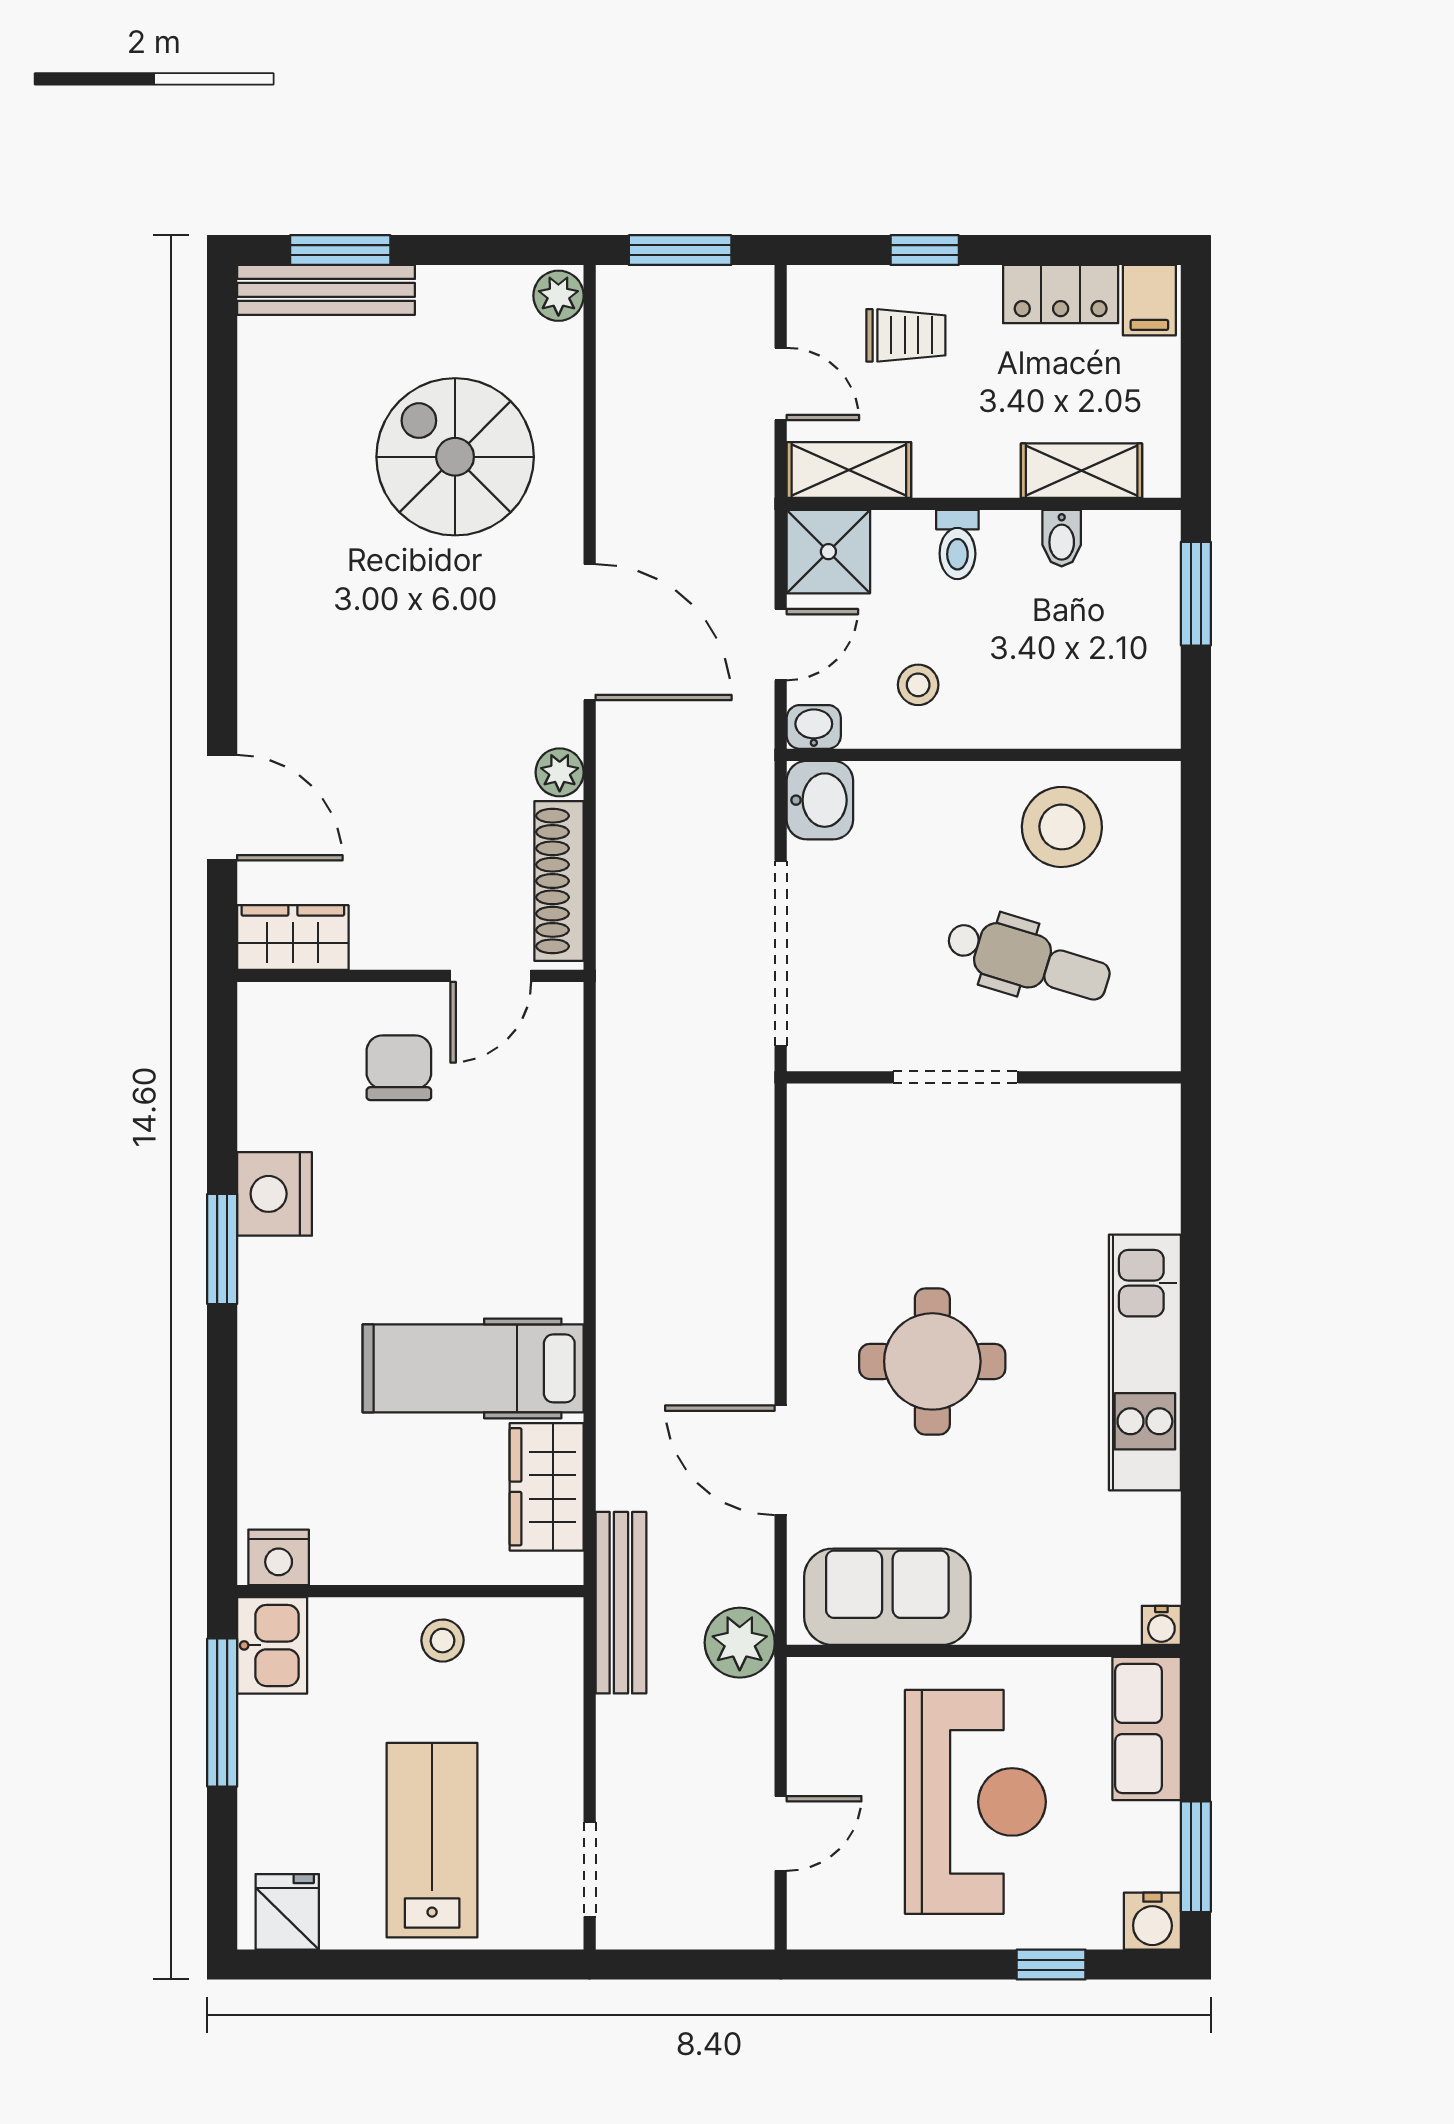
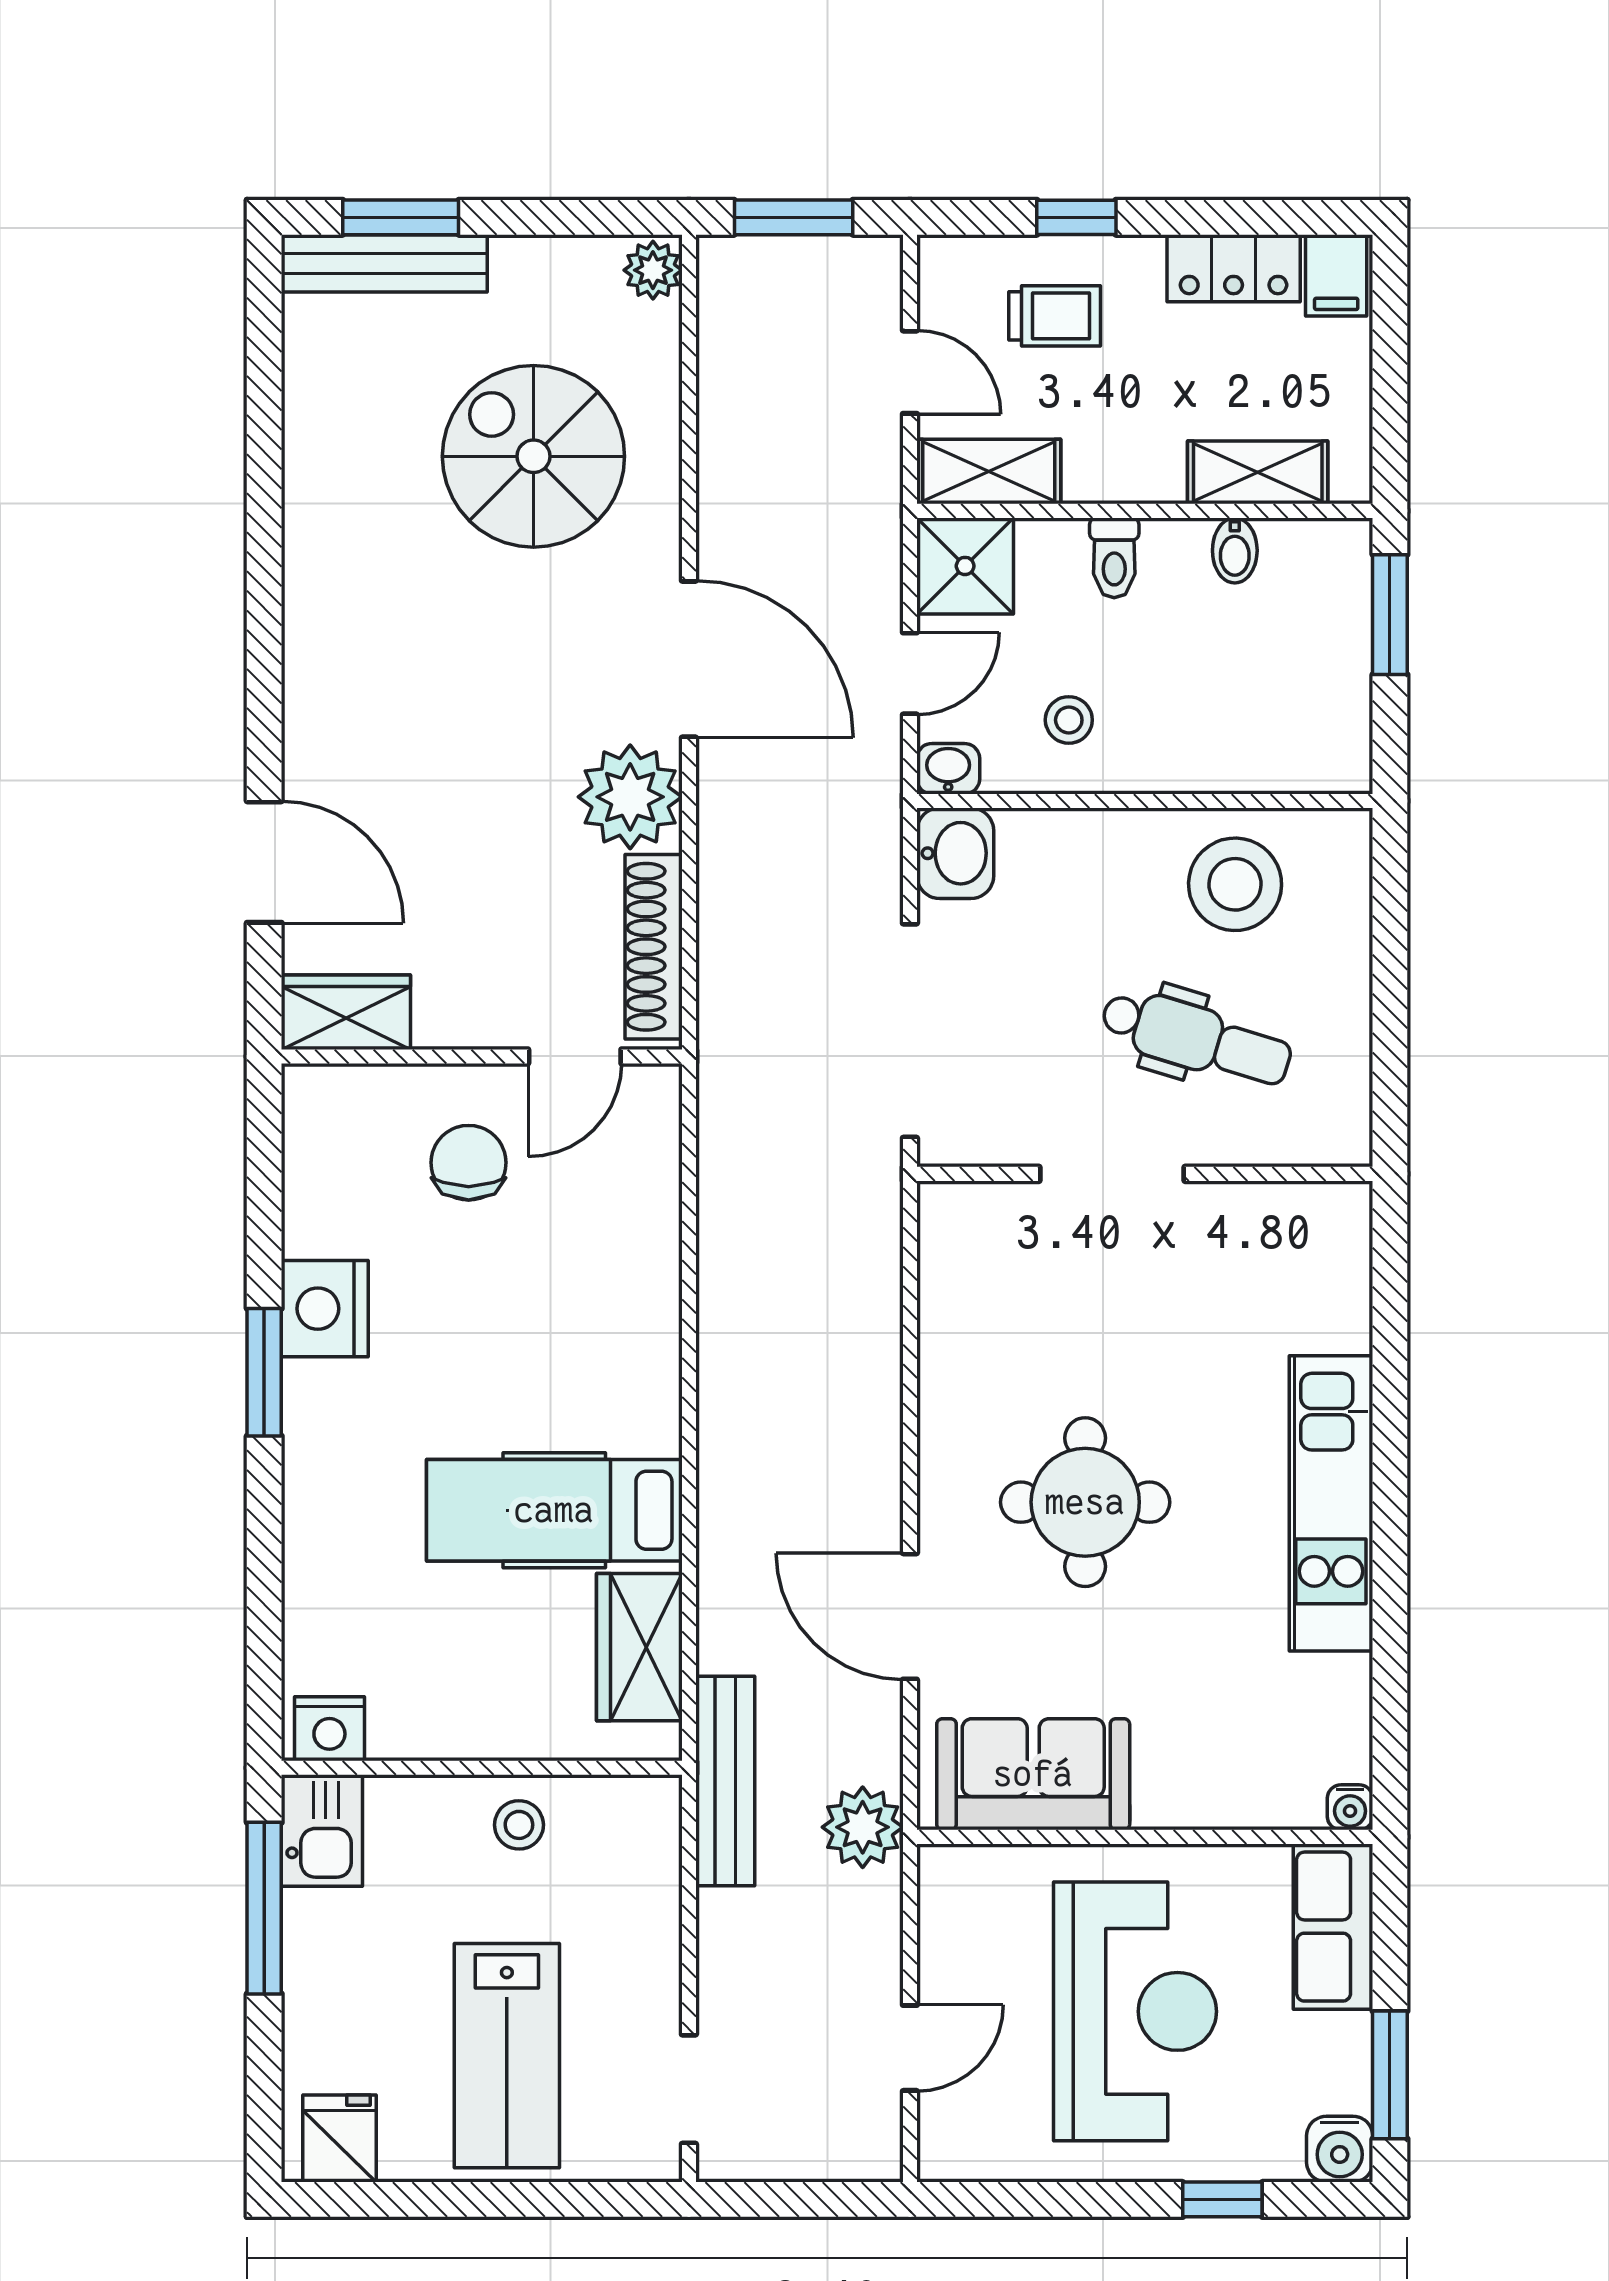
plant: (560, 772) -> (630, 797), width x1.87, depth x1.87
lab bench: (432, 1840) -> (507, 2056), turned 180

